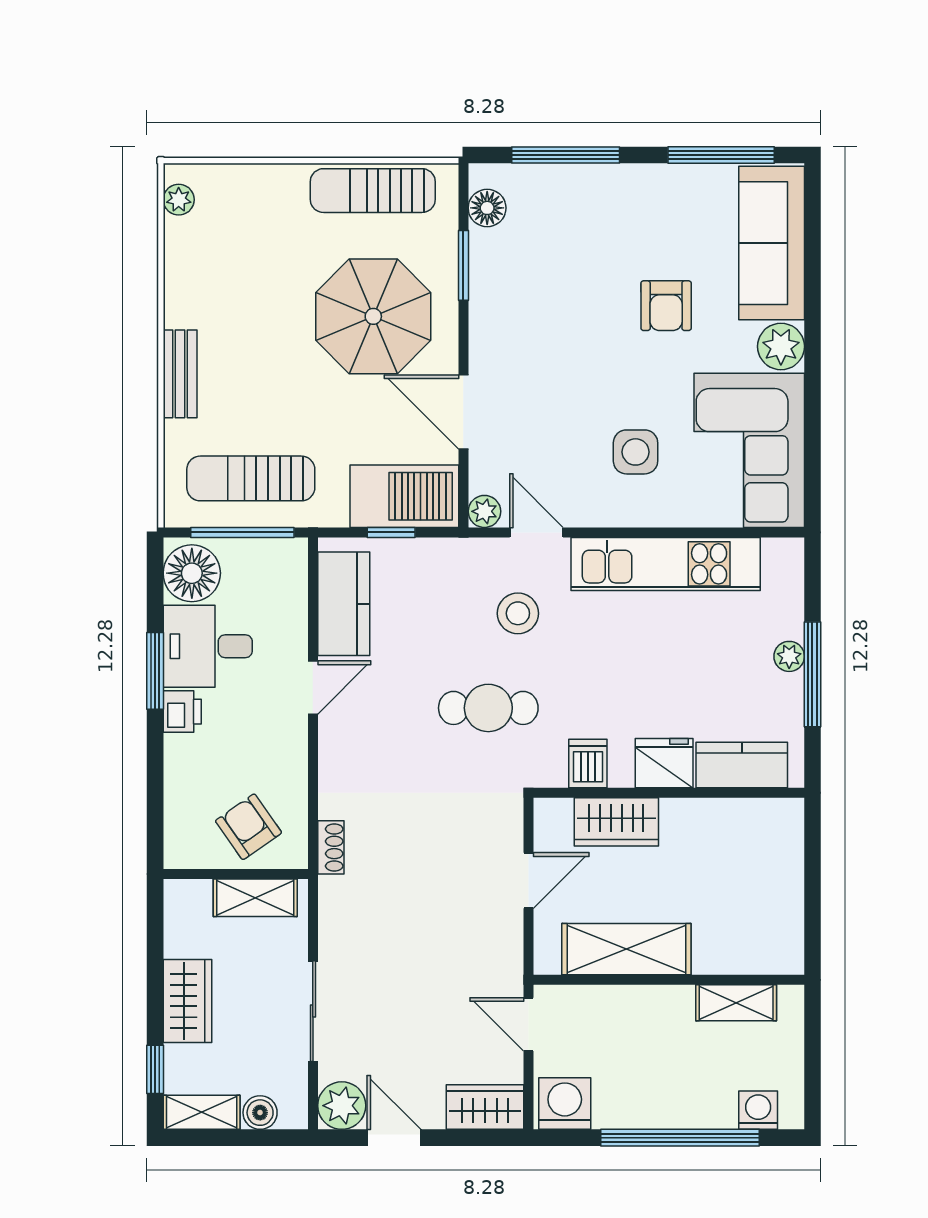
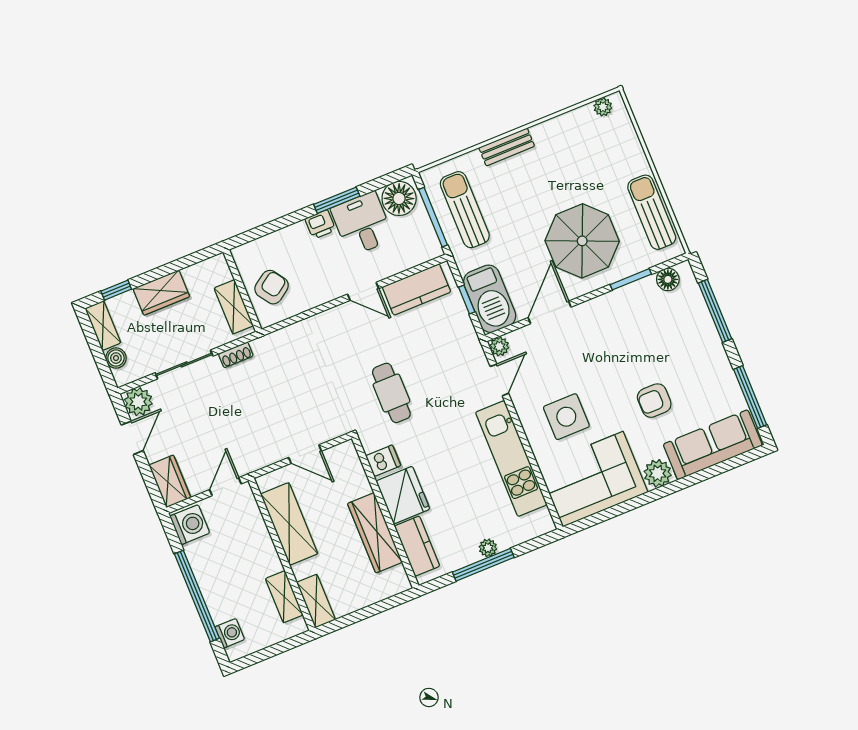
side table: (636, 452) -> (566, 417), width x1.37, depth x1.37
stool: (518, 613) -> (450, 388), removed
fridge: (664, 763) -> (403, 495), width x1.36, depth x1.34
wardrobe: (616, 822) -> (375, 533), moved, width x1.50
shoe rack: (331, 847) -> (236, 355), moved
shelving: (763, 956) -> (316, 601), added

